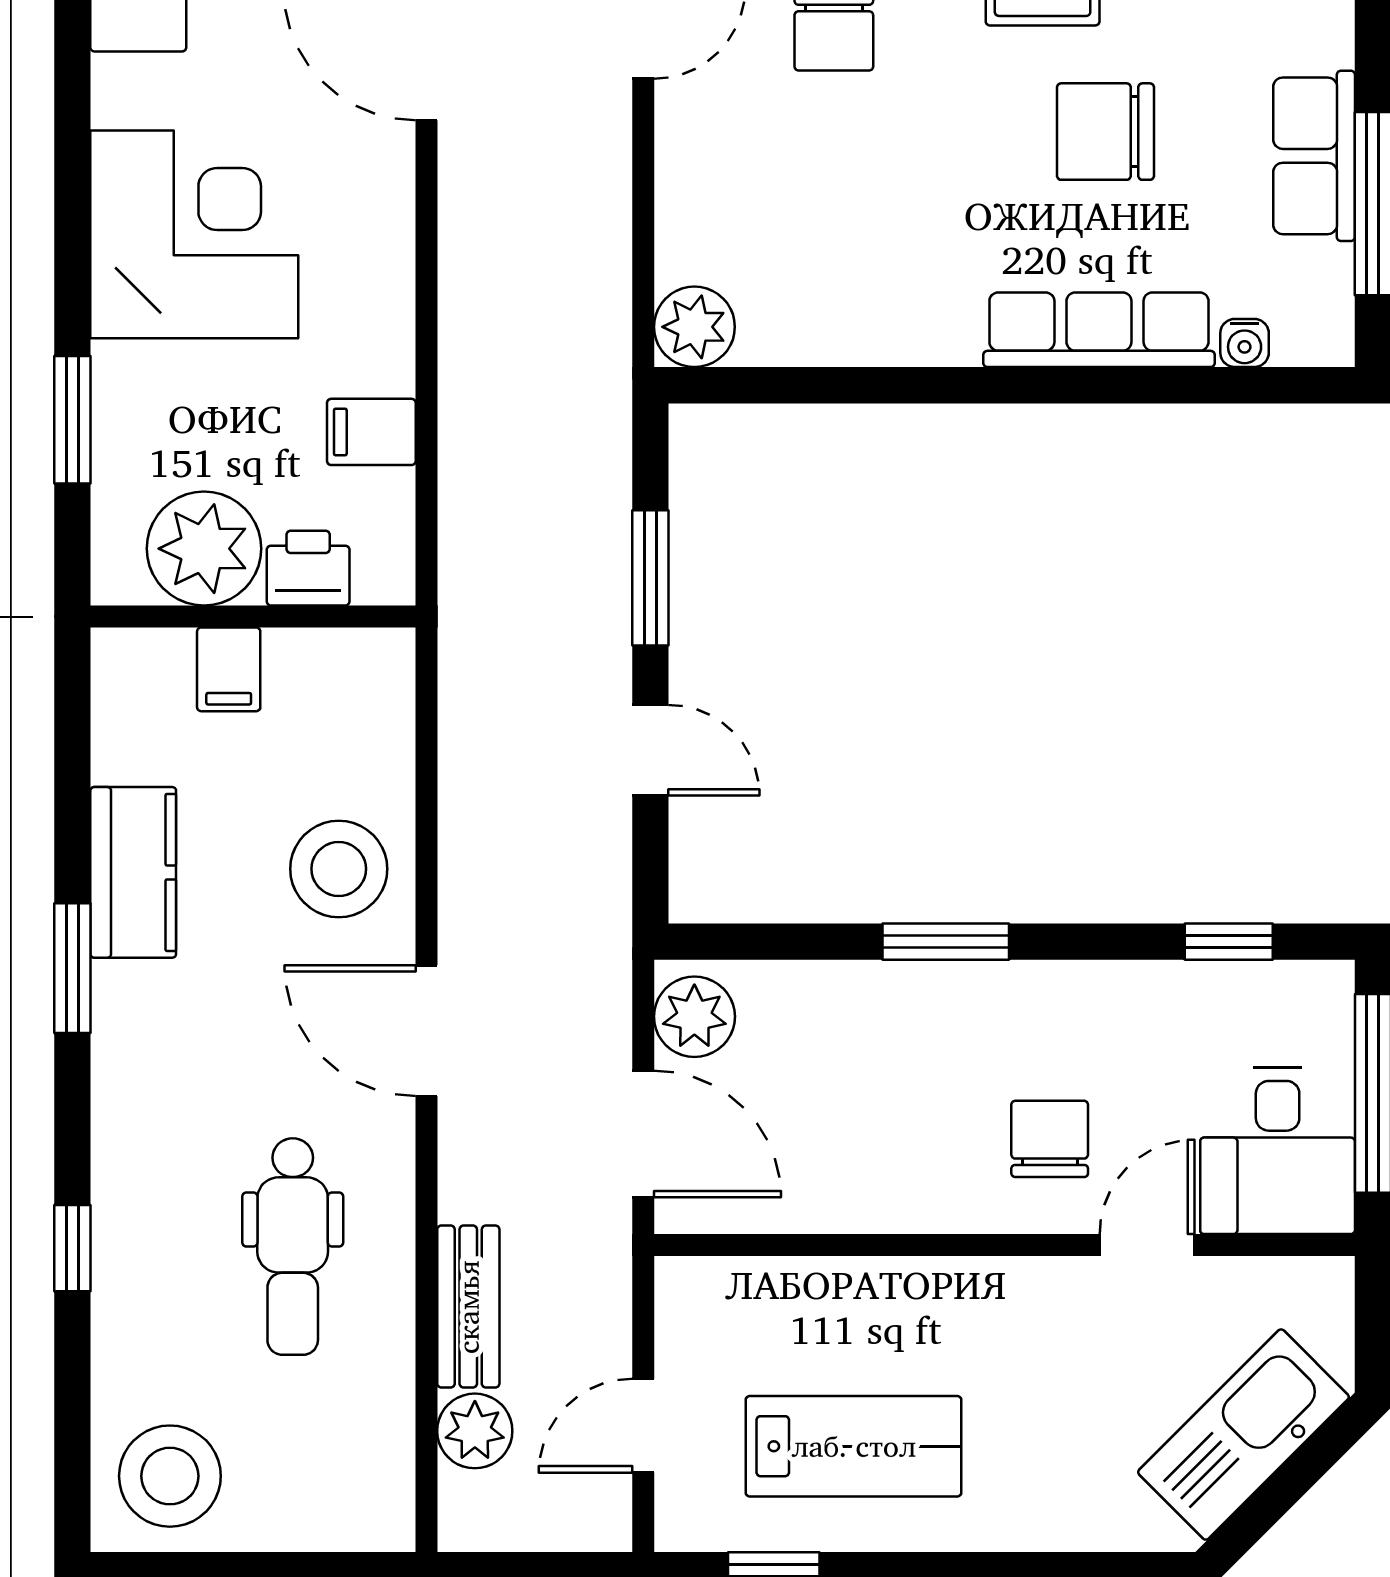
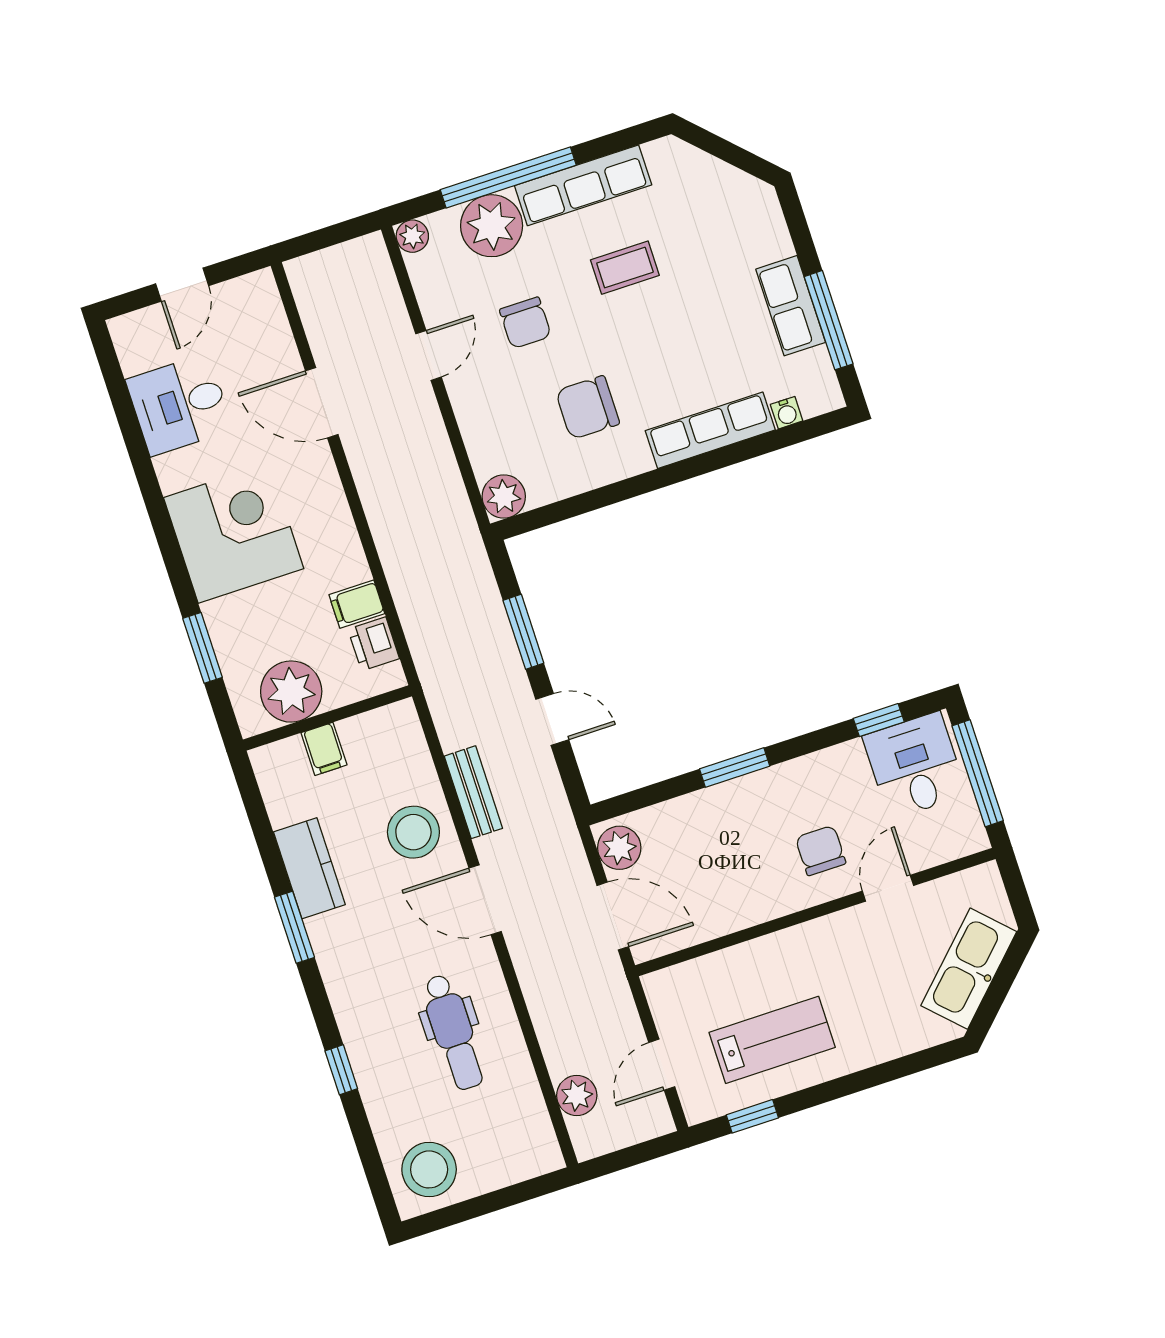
chair: (1105, 132) -> (588, 407), moved
printer: (308, 568) -> (374, 644), moved, turned -90
desk: (1278, 1151) -> (915, 766), moved, turned 180
bench: (468, 1307) -> (473, 792), moved

